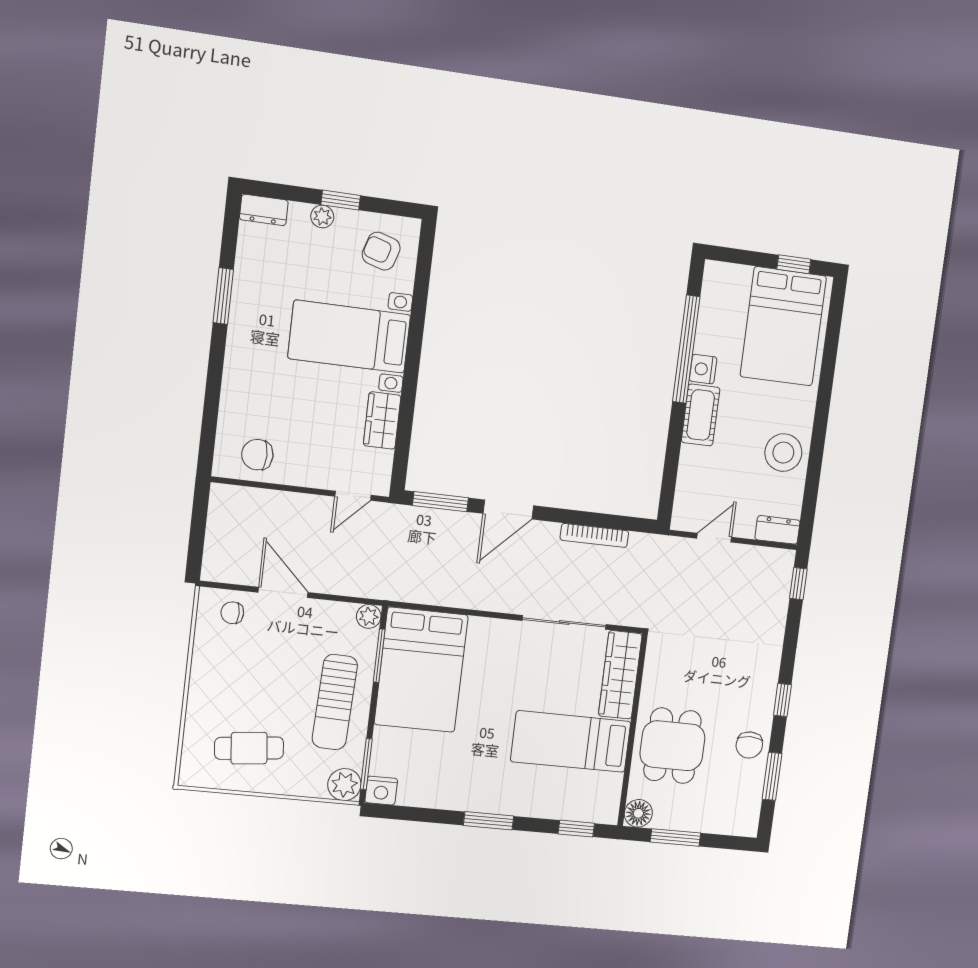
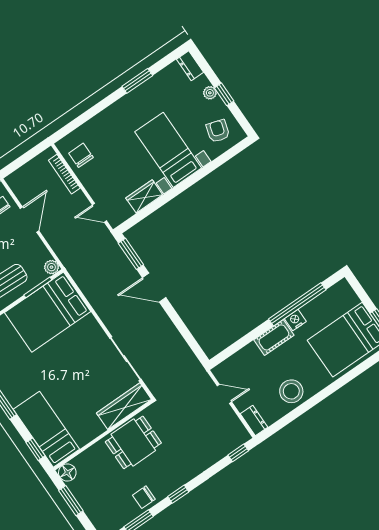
bookcase: (594, 535) -> (64, 174), moved
bed: (571, 741) -> (46, 429), moved
dining table: (672, 746) -> (133, 442), moved

